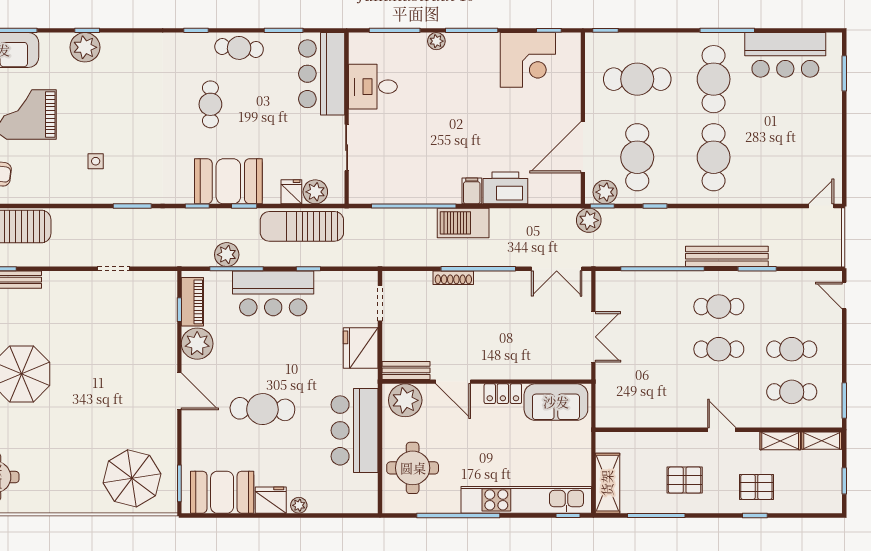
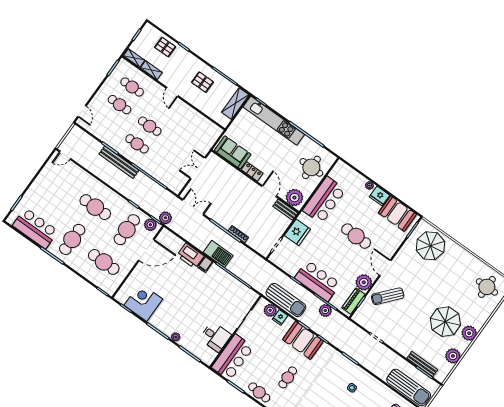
cafe table: (714, 157) -> (95, 207), turned 90
sun lounger: (143, 349) -> (388, 296), added
pallet: (756, 487) -> (165, 47), moved

